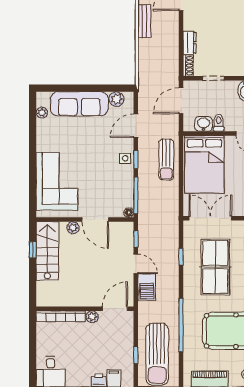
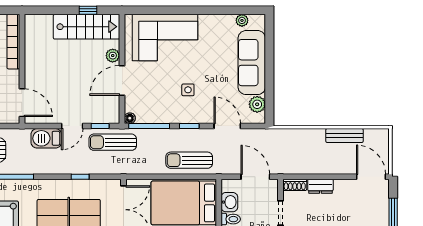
side table: (125, 158) -> (188, 90), moved
sun lounger: (150, 228) -> (113, 142), added
plant: (92, 317) -> (13, 77), removed

